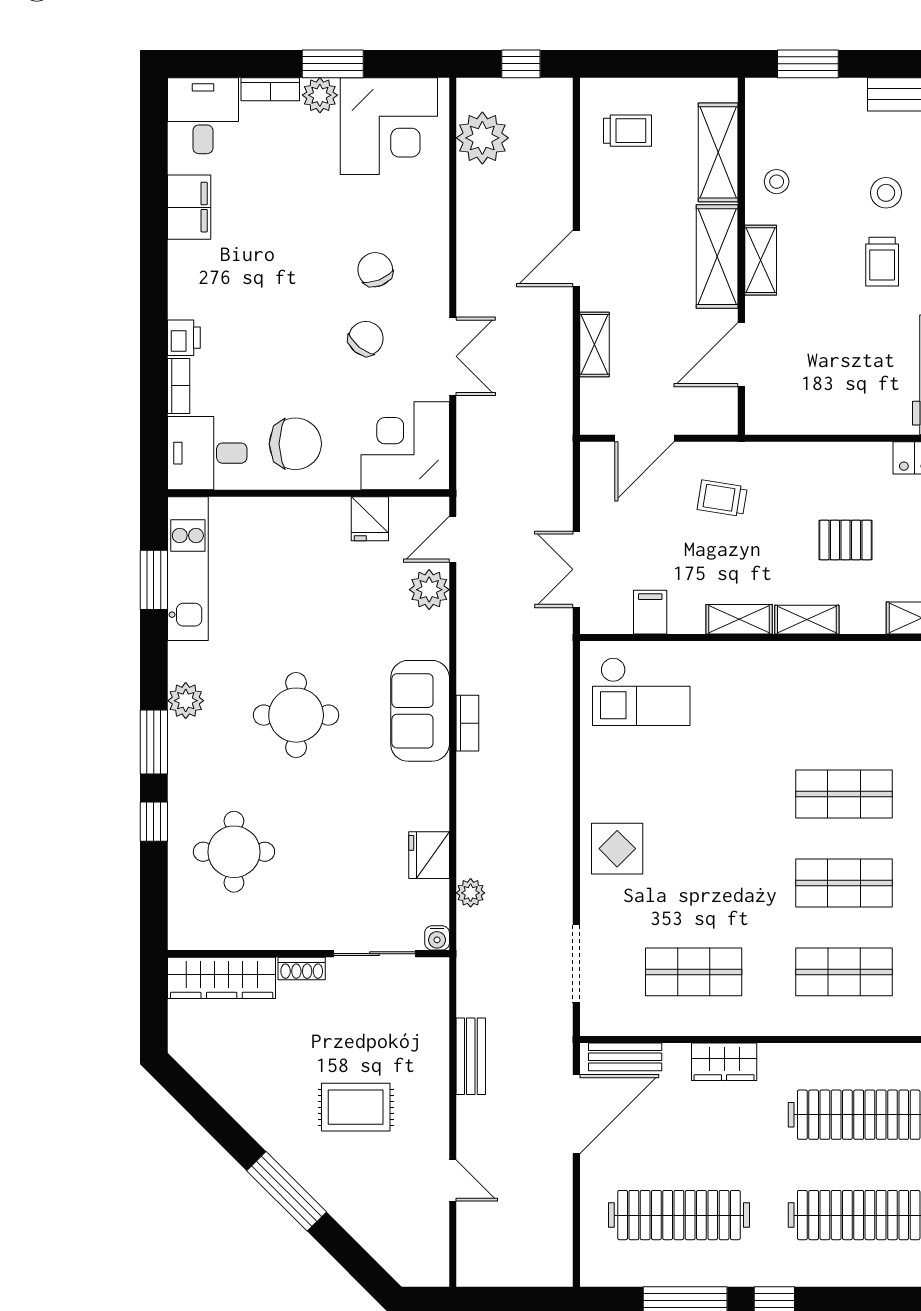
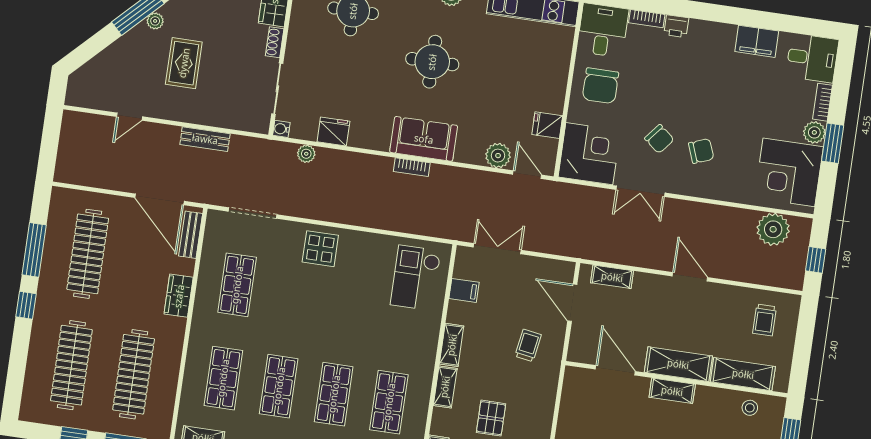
stool: (777, 182) -> (750, 408), moved
shelving: (594, 344) -> (612, 277), moved
shop shelf: (844, 705) -> (389, 402), added
plant: (296, 1162) -> (155, 21), added

